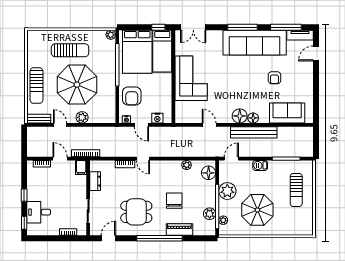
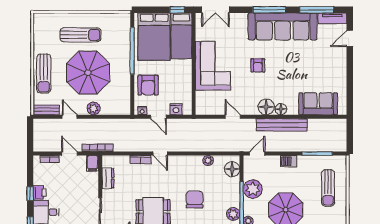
plant: (111, 35) -> (125, 18), removed
armchair: (274, 78) -> (258, 65), moved
printer: (33, 194) -> (40, 192), added

